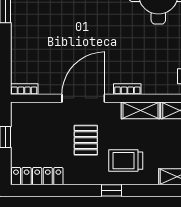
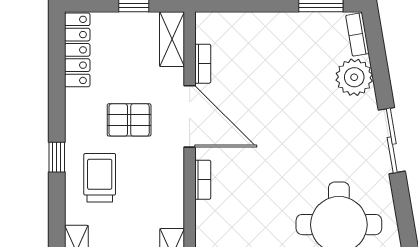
bookcase: (24, 89) -> (203, 64), moved
shelving: (140, 110) -> (172, 39), moved

